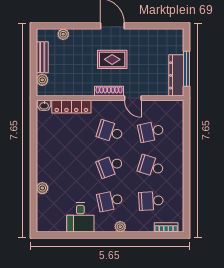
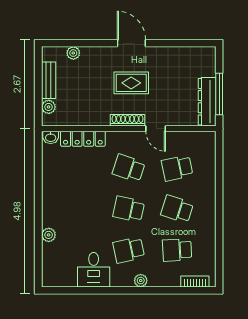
school desk: (110, 166) -> (129, 209), turned 33

